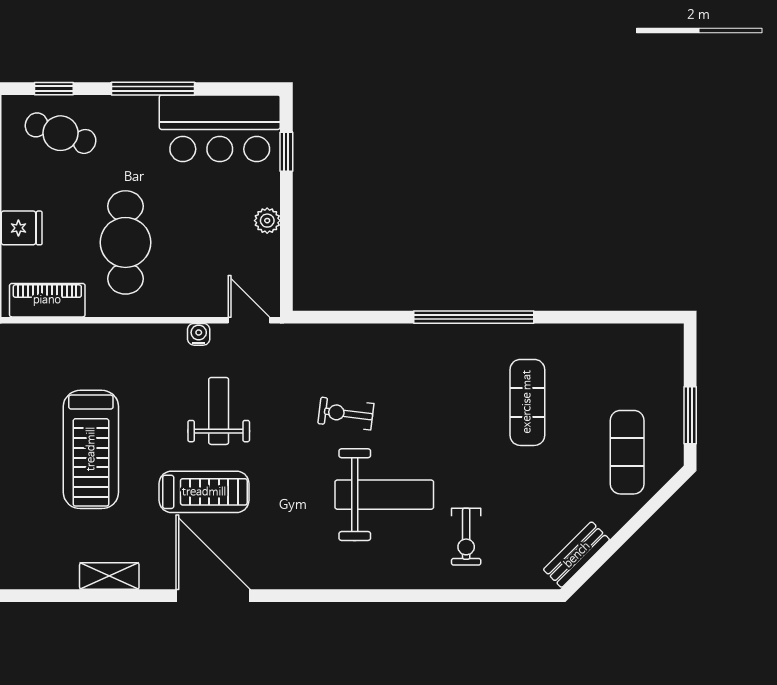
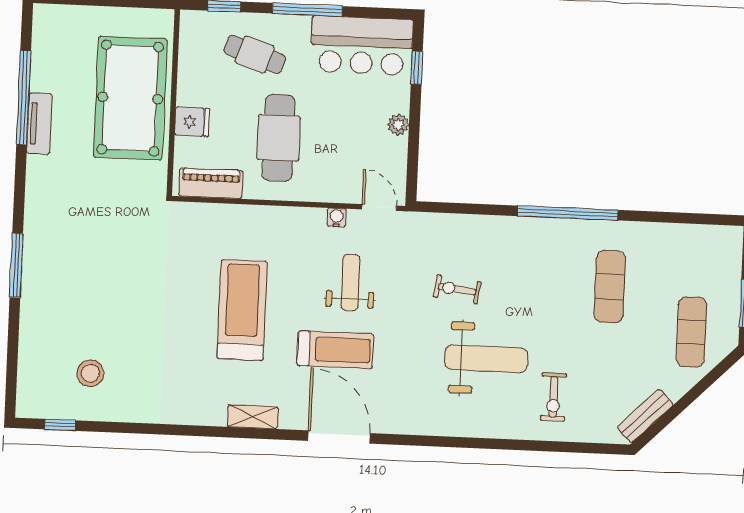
cafe table: (61, 133) -> (255, 54), moved
treadmill: (91, 449) -> (242, 310), turned 180

